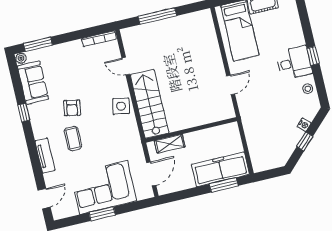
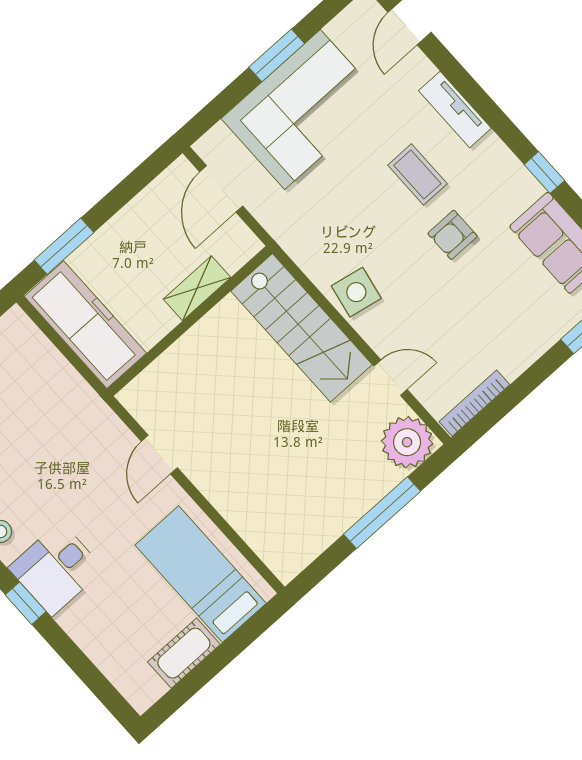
plant: (133, 38) -> (407, 442), added
armchair: (72, 108) -> (452, 235), turned -102
shelving: (170, 144) -> (197, 288), moved
freezer: (220, 169) -> (85, 325), moved, turned -90

